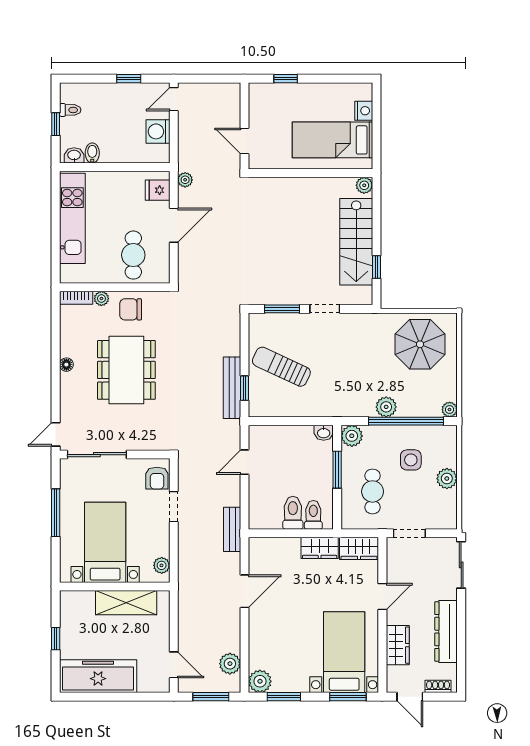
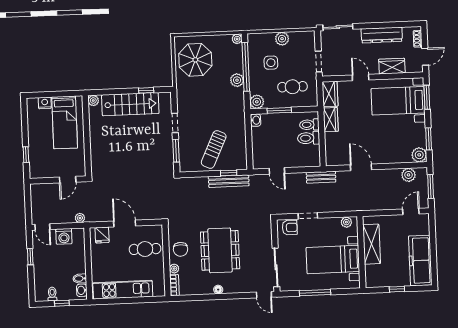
plant: (185, 180) -> (80, 218), moved
dining table: (126, 370) -> (220, 250), turned 90

